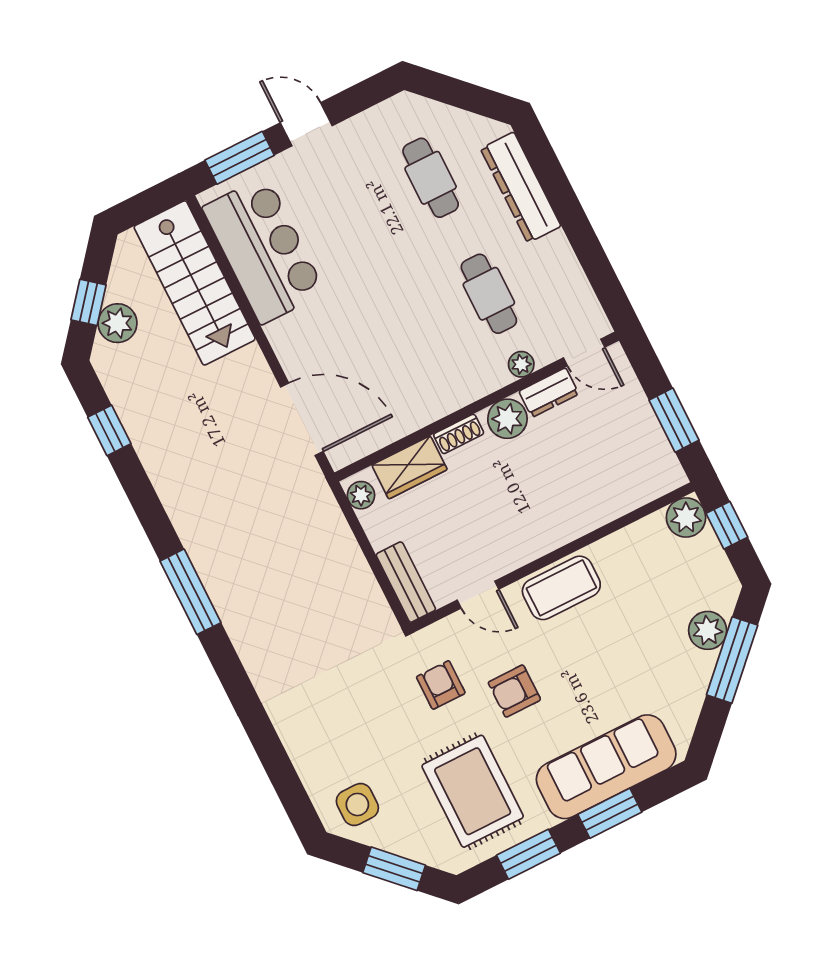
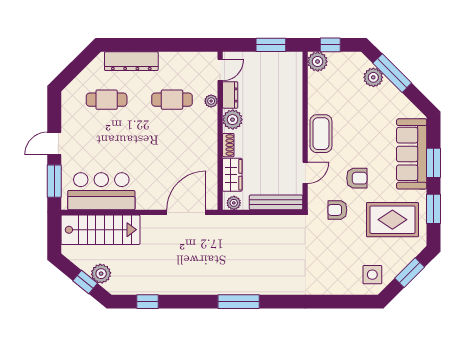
bench: (406, 582) -> (276, 202), width x1.36
armchair: (514, 691) -> (357, 178), turned -90

